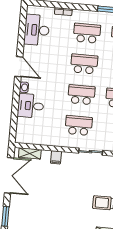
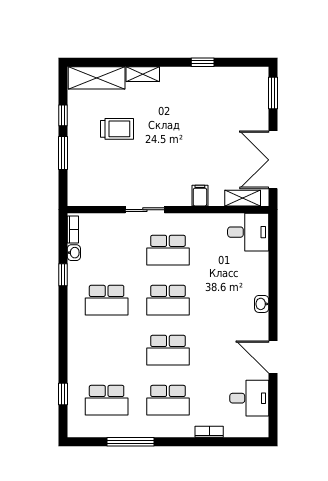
desk: (37, 30) -> (249, 398), width x0.73
door: (19, 67) -> (273, 357), moved
desk: (31, 106) -> (248, 232), moved

